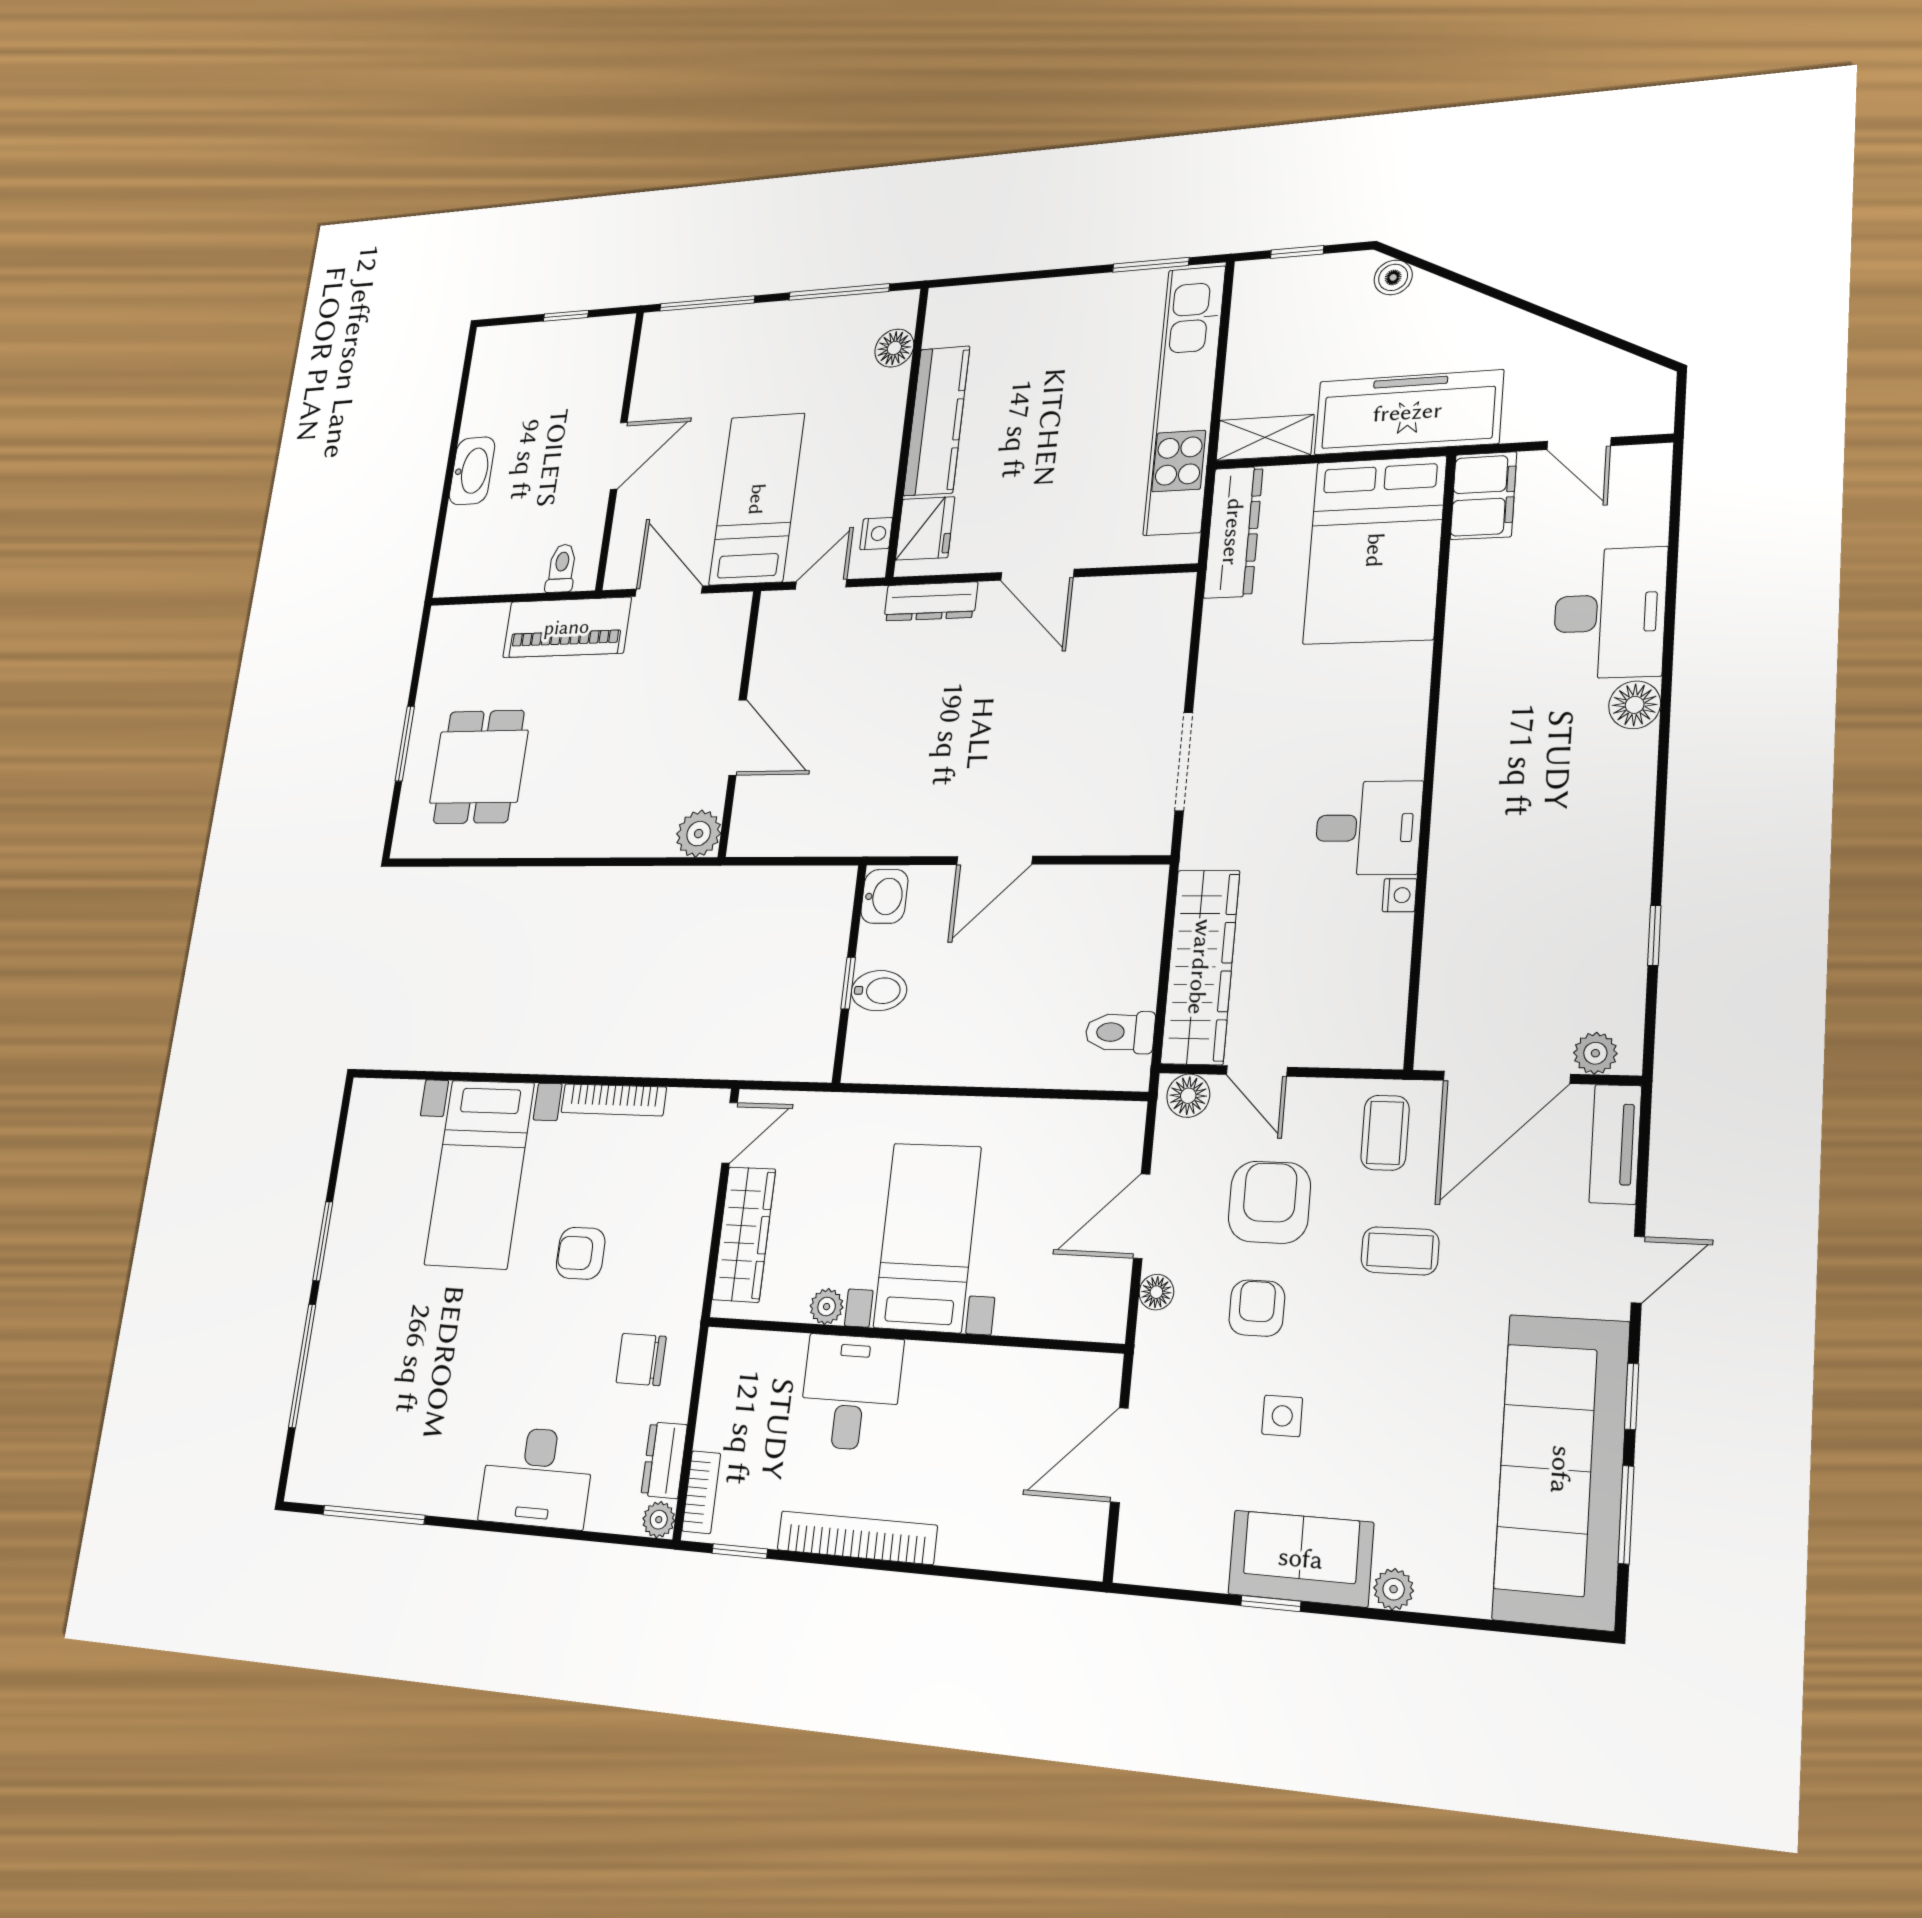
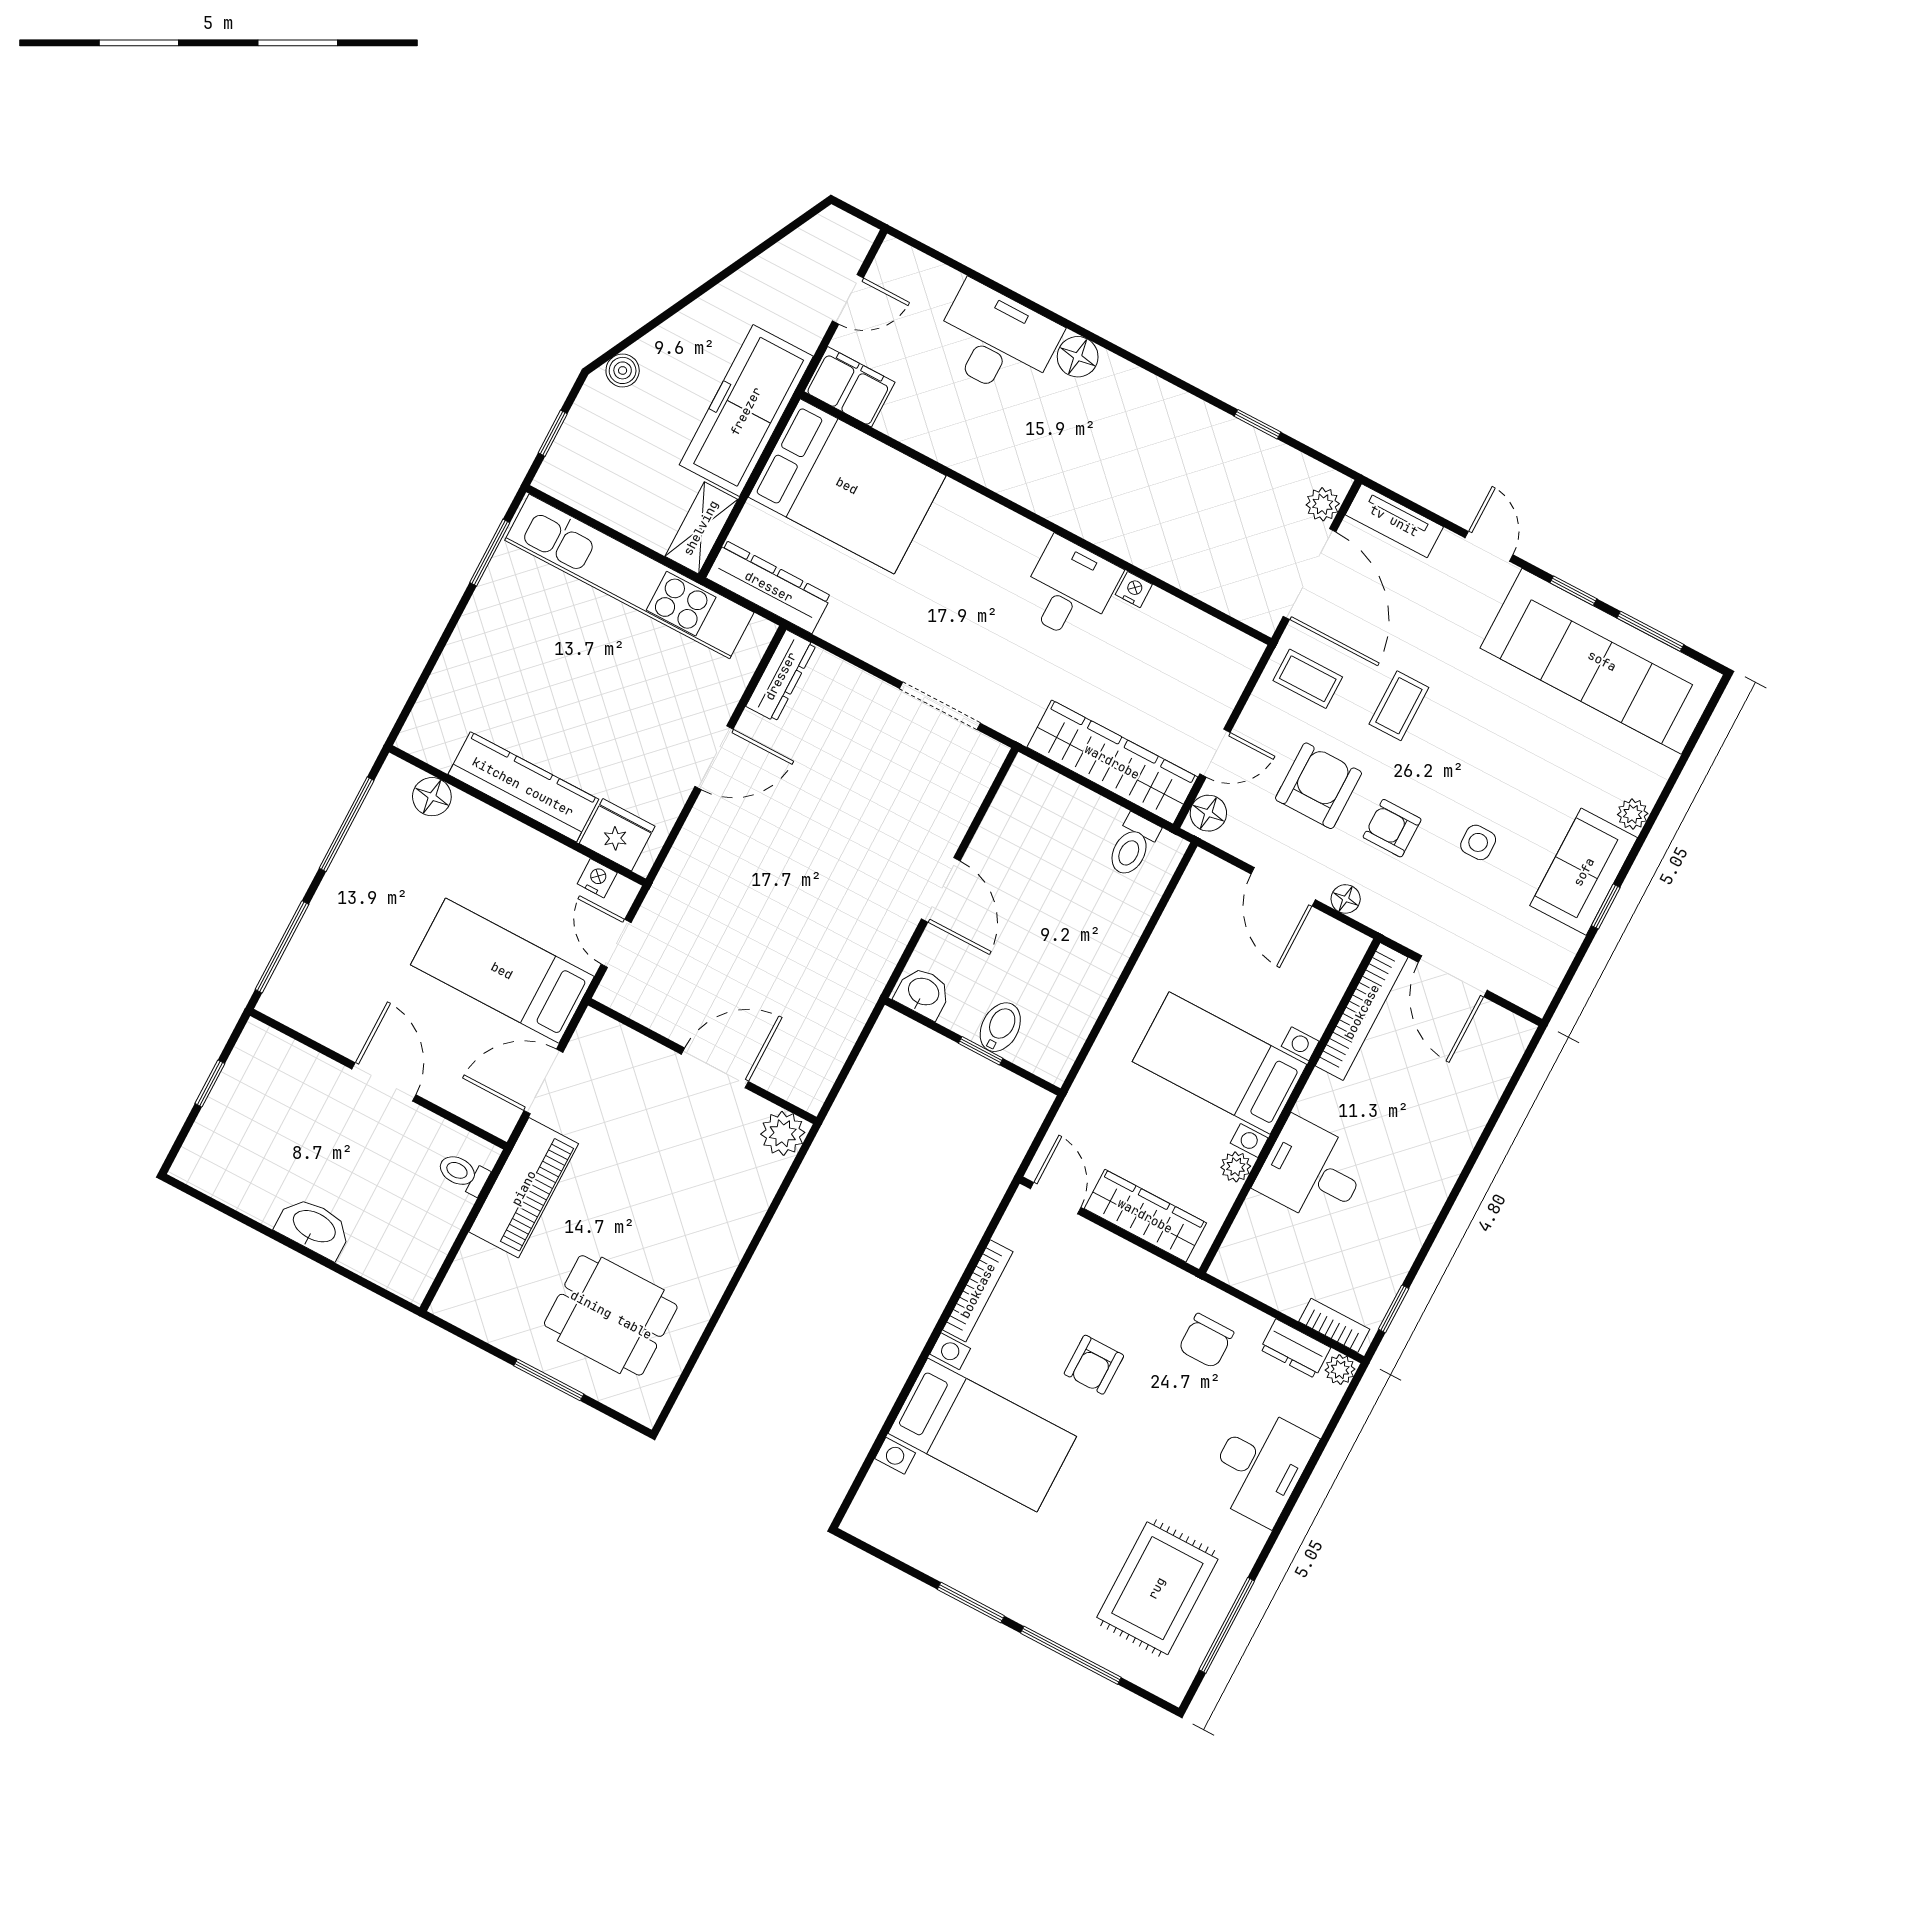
dresser: (931, 601) -> (781, 676), moved
armchair: (1269, 1202) -> (1318, 786), turned 90
rug: (388, 1424) -> (1157, 1588), added
bookcase: (857, 1538) -> (1362, 1012), moved, turned 180

